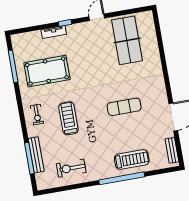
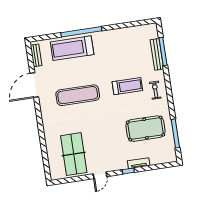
exercise mat: (124, 107) -> (78, 95), width x1.36, depth x1.45
treadmill: (68, 118) -> (127, 86), turned -90
treadmill: (132, 160) -> (72, 48), width x1.37, depth x1.38
exercise bike: (71, 168) -> (126, 42), removed

